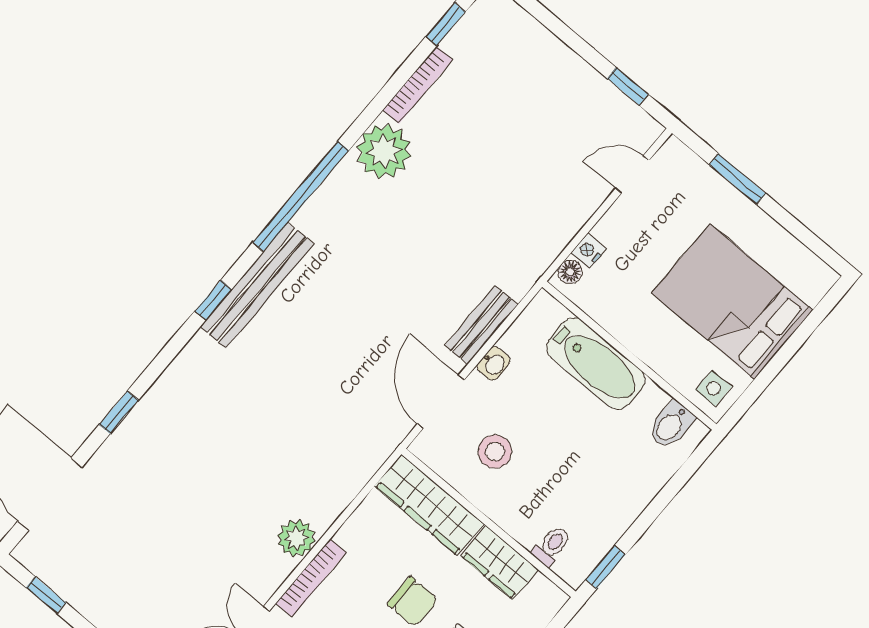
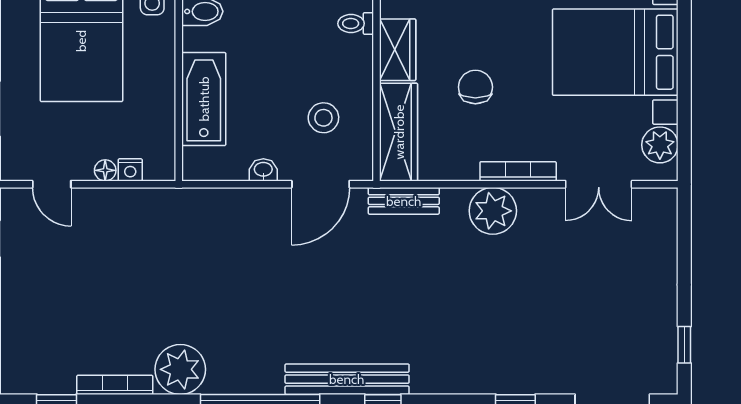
floor lamp: (570, 272) -> (105, 170), moved
bench: (481, 325) -> (404, 201), moved
plant: (296, 538) -> (493, 211), width x1.36, depth x1.36

